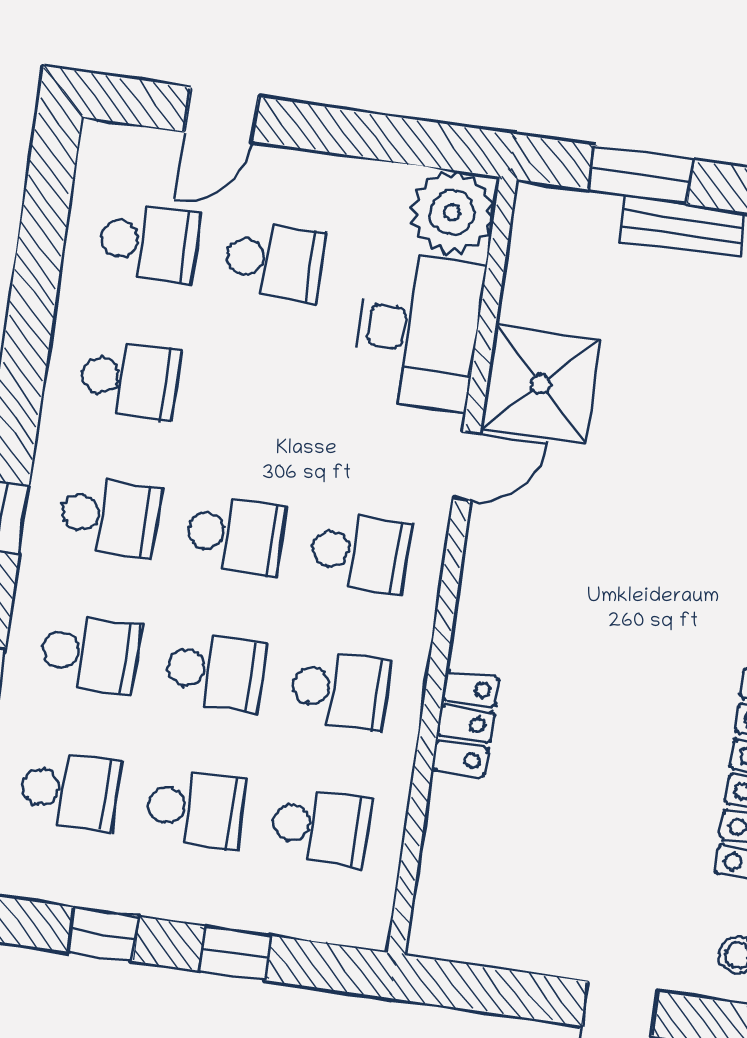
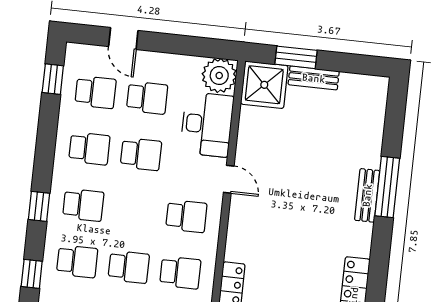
door: (221, 114) -> (123, 38), hinge flipped
window: (46, 207) -> (53, 79), added
shower: (540, 384) -> (264, 85), moved
door: (467, 466) -> (229, 179), hinge flipped
school desk: (235, 535) -> (141, 154), moved

